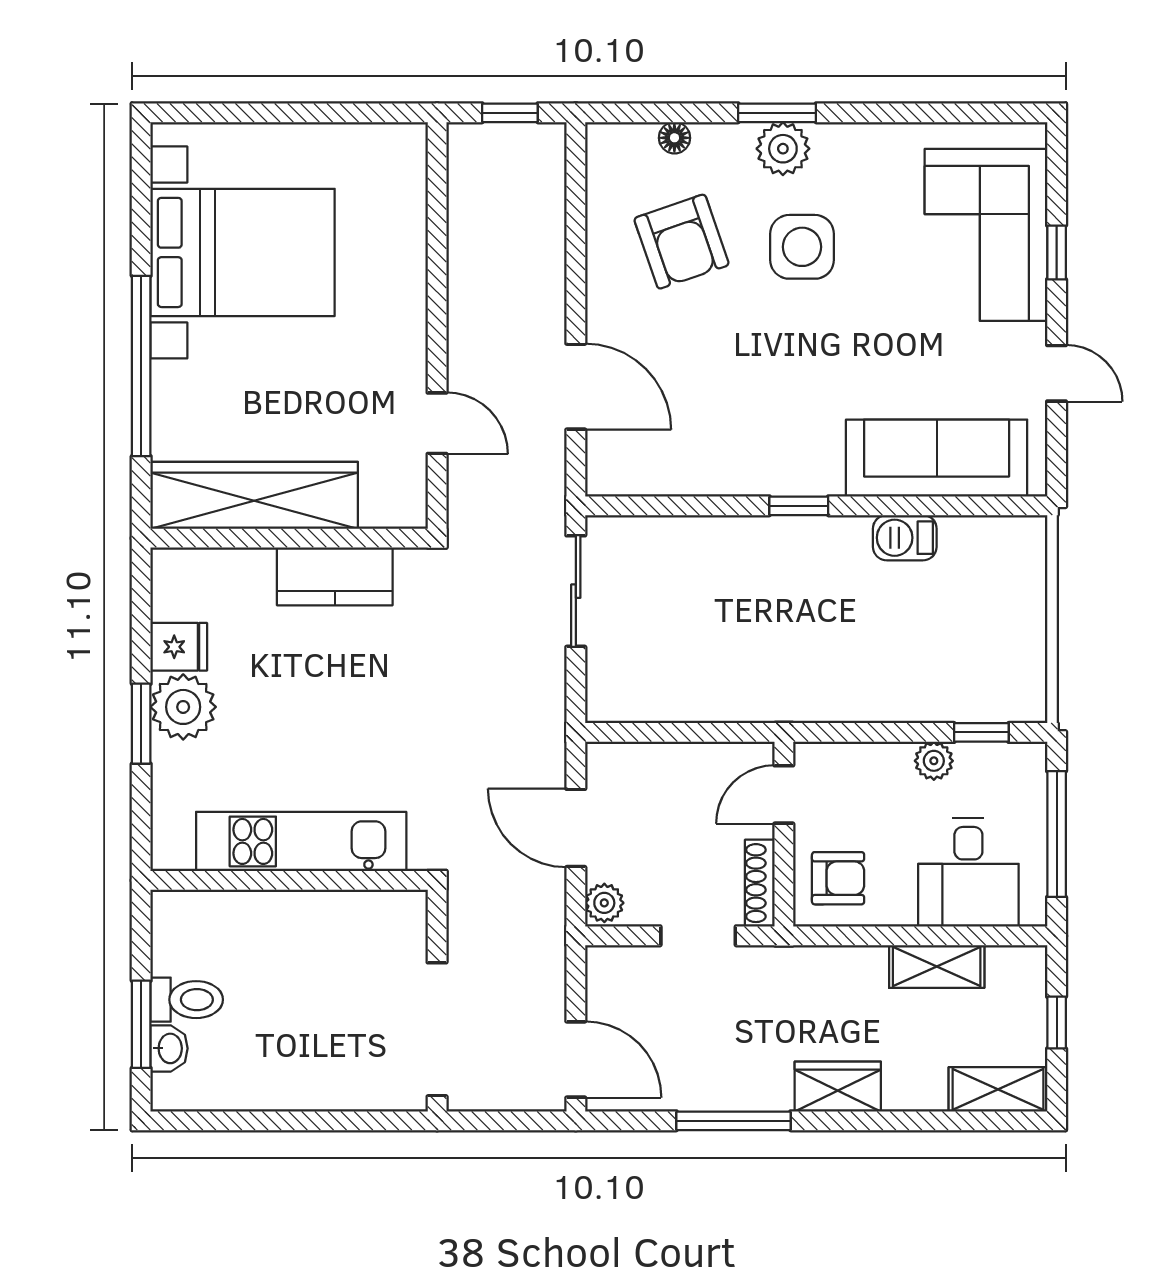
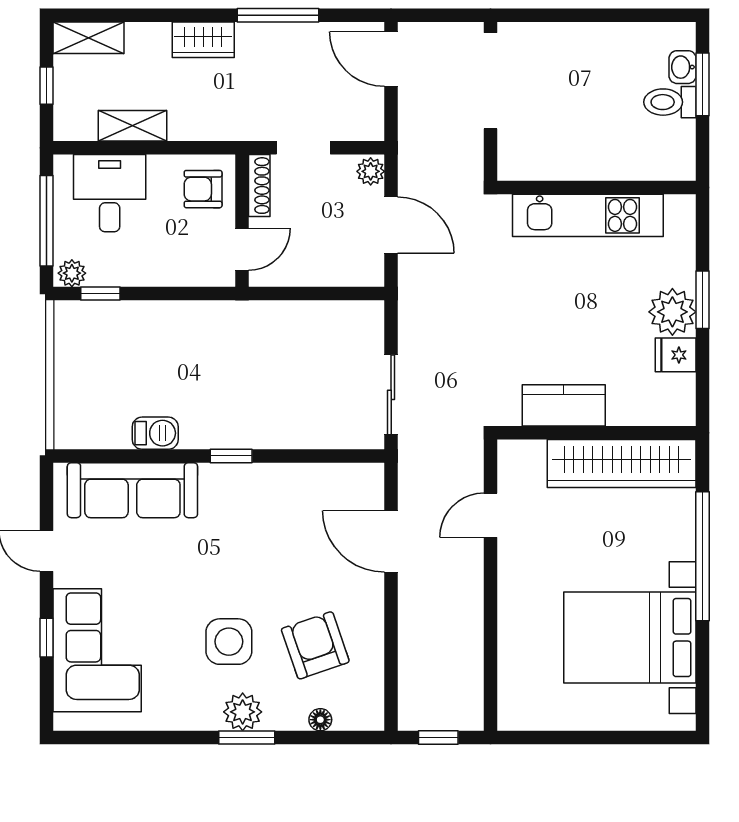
door: (437, 423) -> (490, 515), hinge flipped
plant: (934, 761) -> (72, 273), moved

